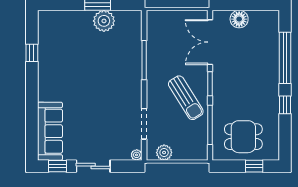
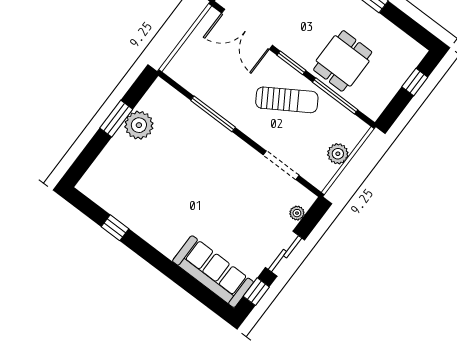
dining table: (243, 137) -> (343, 61), moved
plant: (164, 153) -> (338, 154), moved
plant: (137, 155) -> (297, 213), moved

